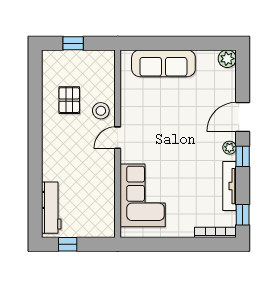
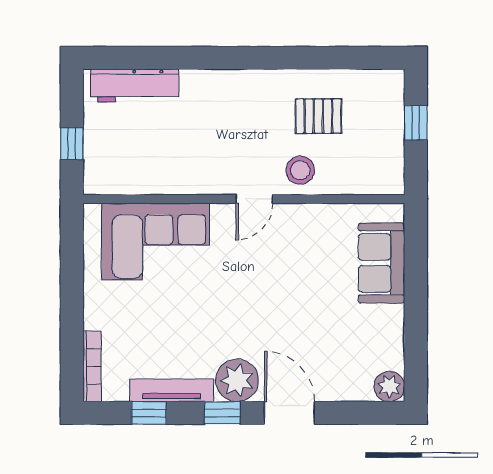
sofa: (163, 63) -> (381, 263), width x0.73
door: (118, 138) -> (254, 199), swing flipped
plant: (229, 148) -> (237, 380), width x1.88, depth x1.88
window: (243, 215) -> (149, 413), moved
window: (68, 244) -> (72, 144), moved

